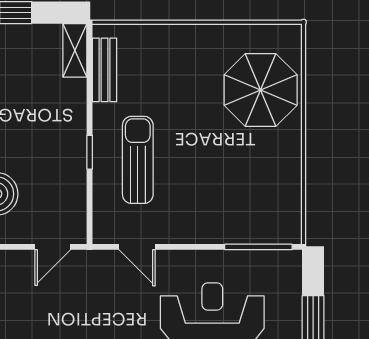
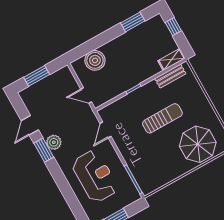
sun lounger: (138, 160) -> (162, 118), moved

